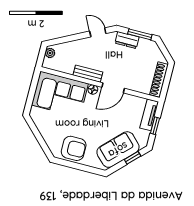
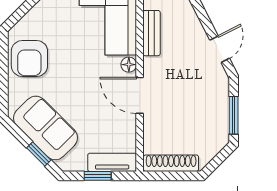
dresser: (127, 40) -> (219, 98), removed
bench: (88, 74) -> (151, 33), moved

